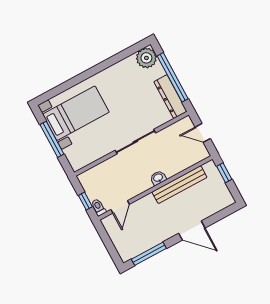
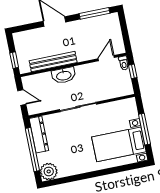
washbasin: (158, 178) -> (64, 75), width x1.91, depth x1.45

